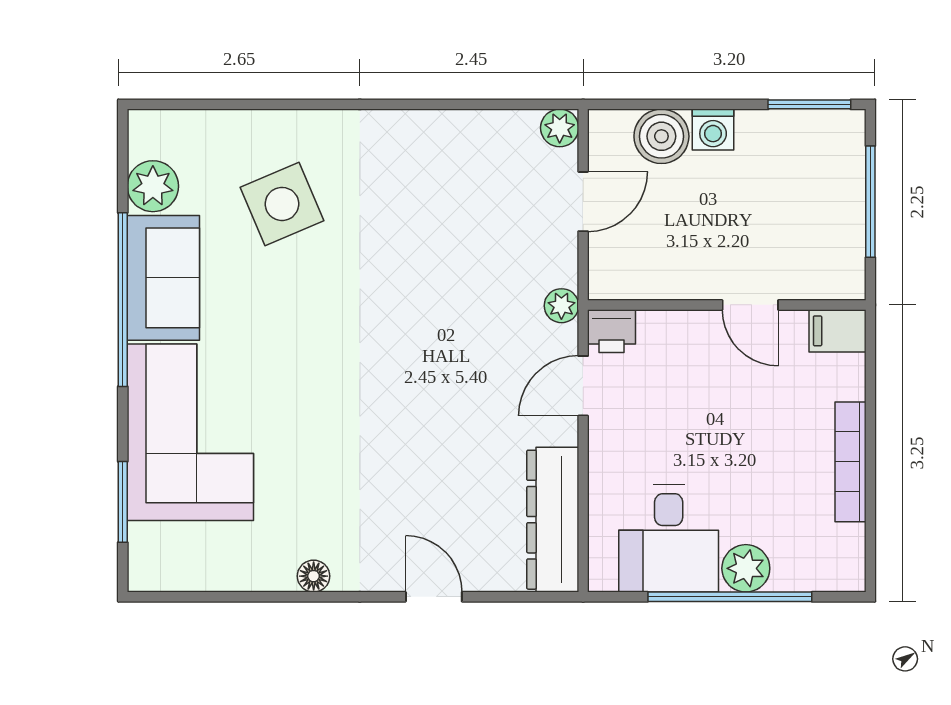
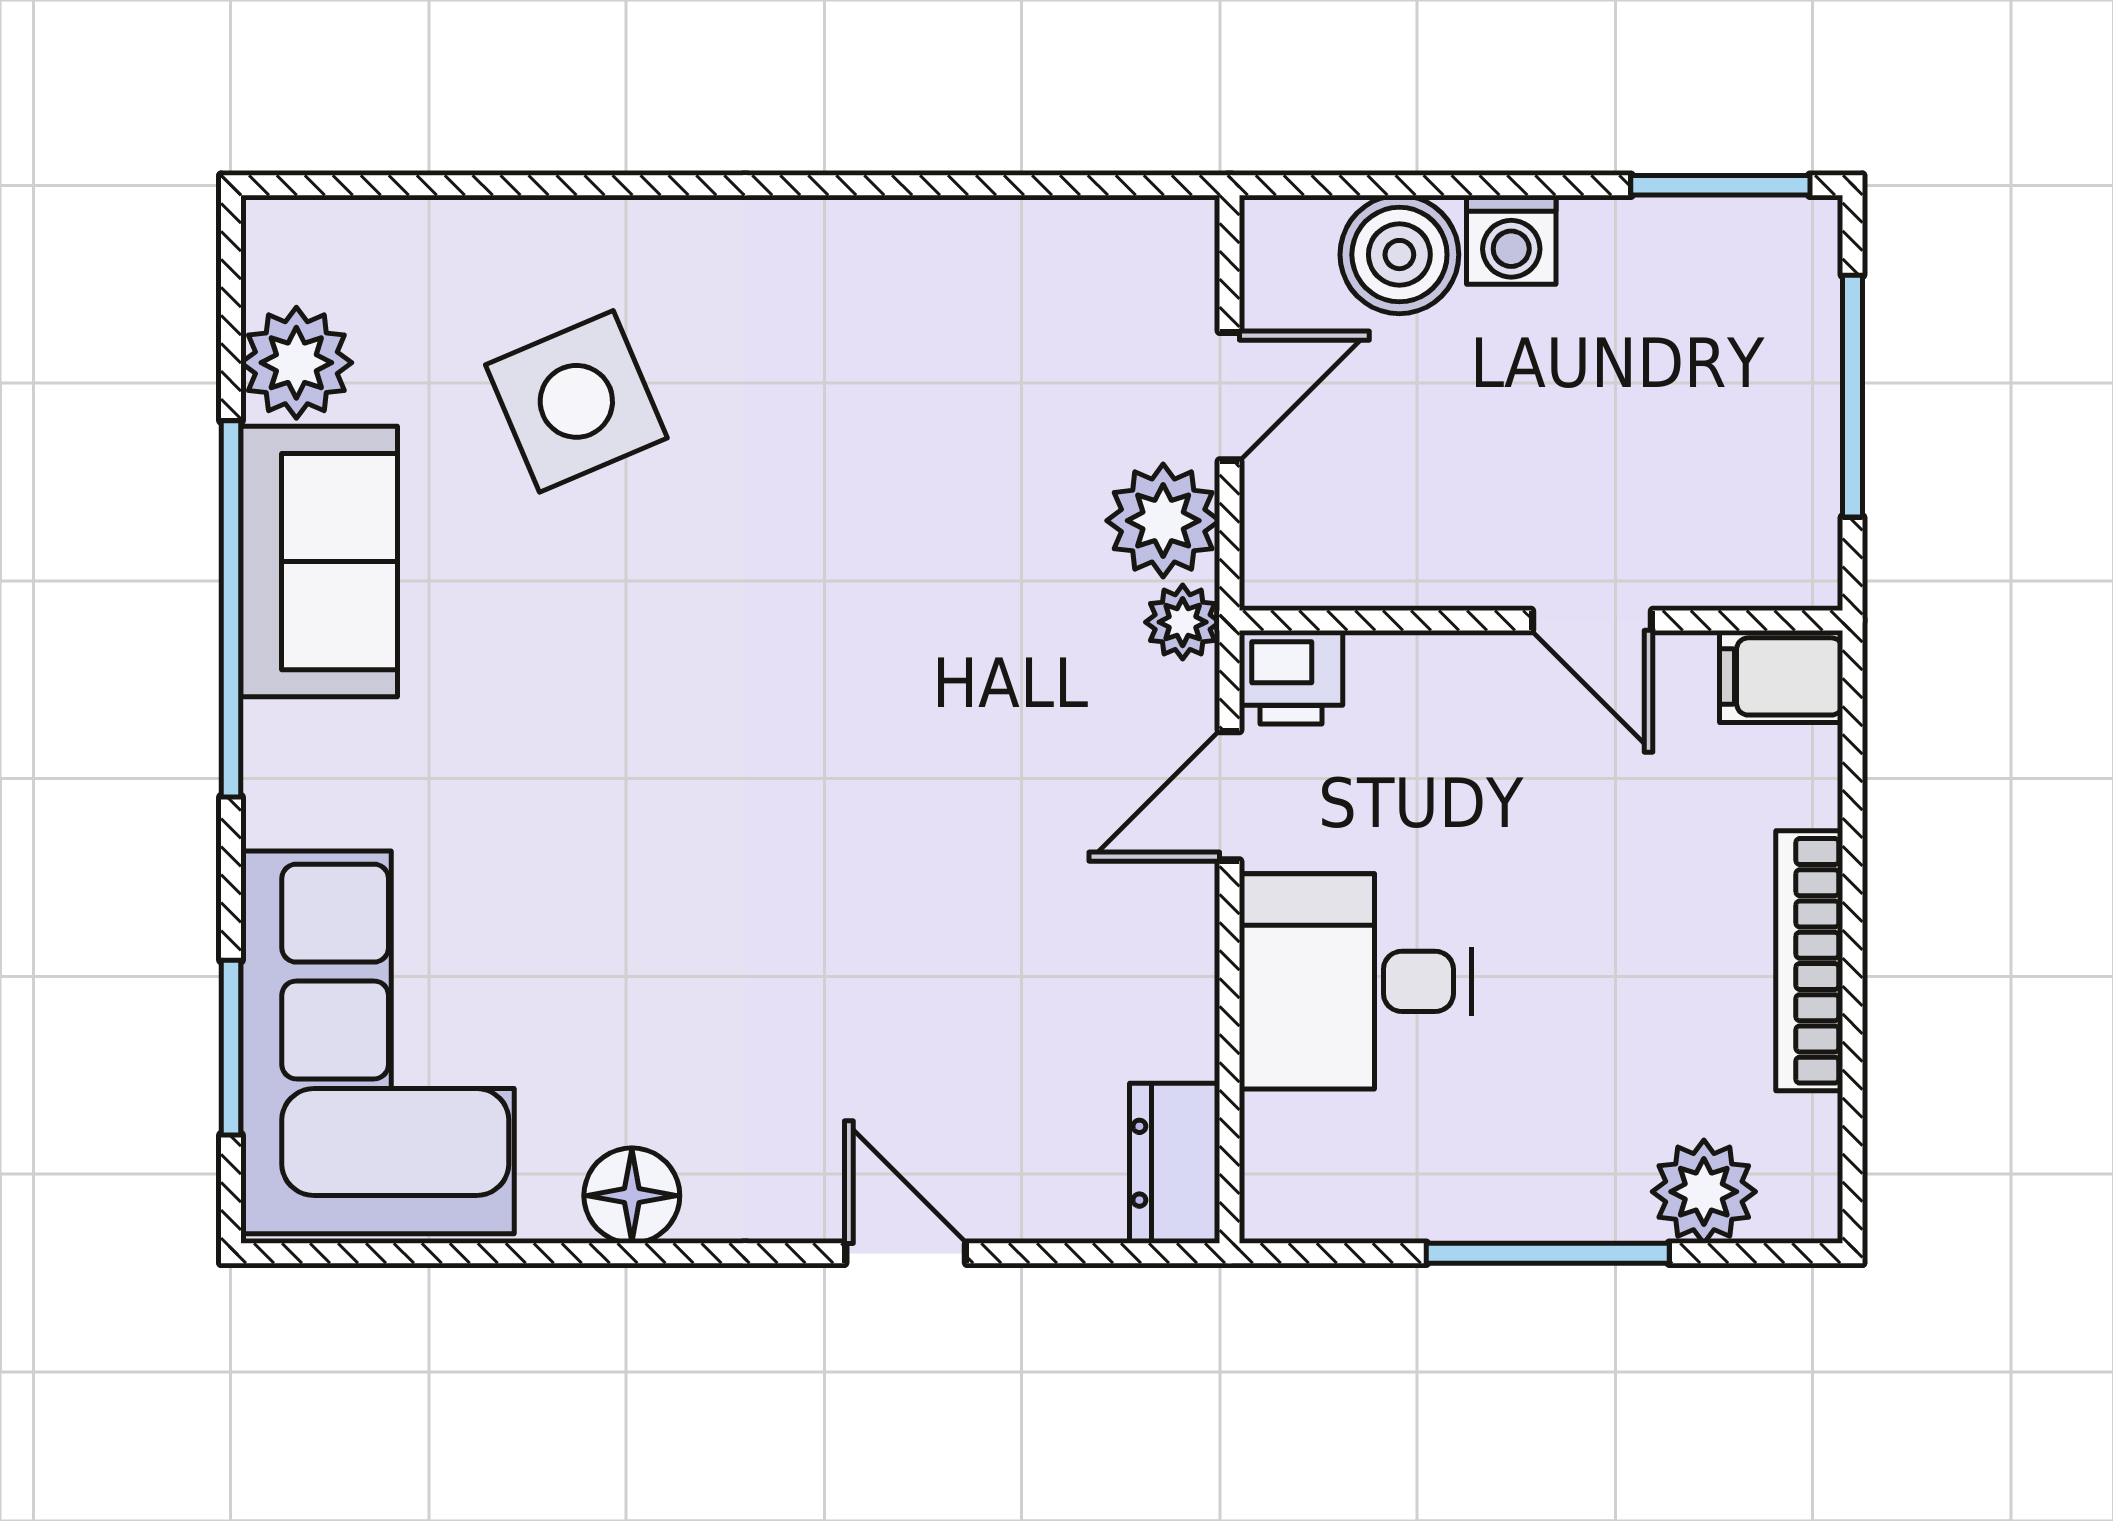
plant: (560, 128) -> (1163, 521), moved, width x1.38, depth x1.38
corner sofa: (190, 432) -> (377, 1042), moved
dresser: (553, 520) -> (1175, 1163), width x0.51, depth x0.80
desk: (669, 539) -> (1356, 981), moved, turned 90
plant: (746, 568) -> (1704, 1192), moved
floor lamp: (314, 576) -> (632, 1196), width x1.37, depth x1.37
window: (730, 597) -> (1548, 1253), width x0.68

